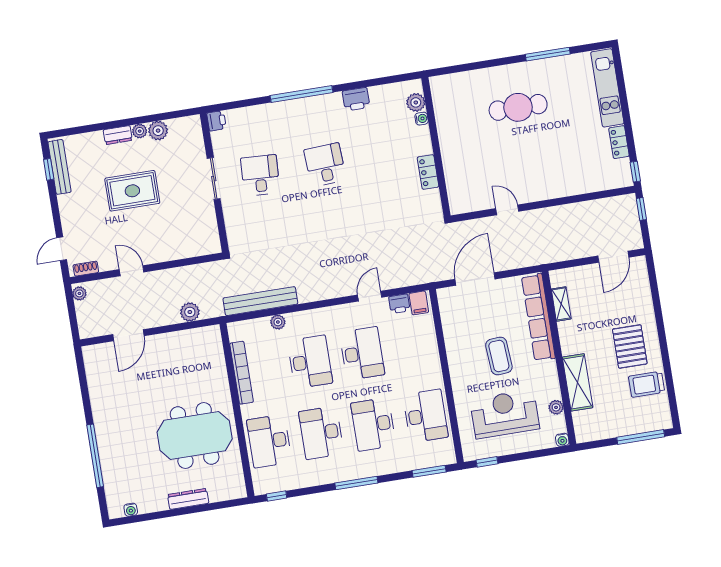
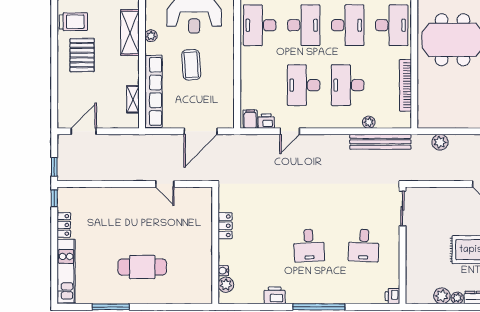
sliding door: (214, 179) -> (403, 208), moved
plant: (556, 407) -> (151, 36), moved

